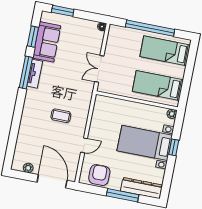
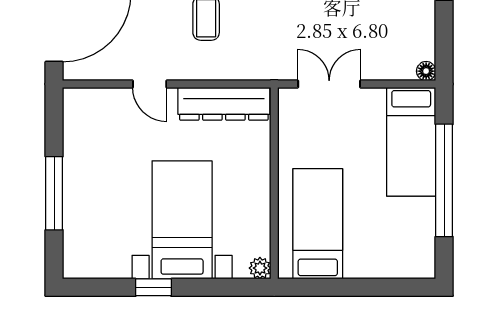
bed: (165, 51) -> (411, 142), moved, turned 180
window: (174, 147) -> (153, 287), moved
armchair: (99, 175) -> (89, 132), removed
dresser: (141, 188) -> (224, 104), moved, turned 90

